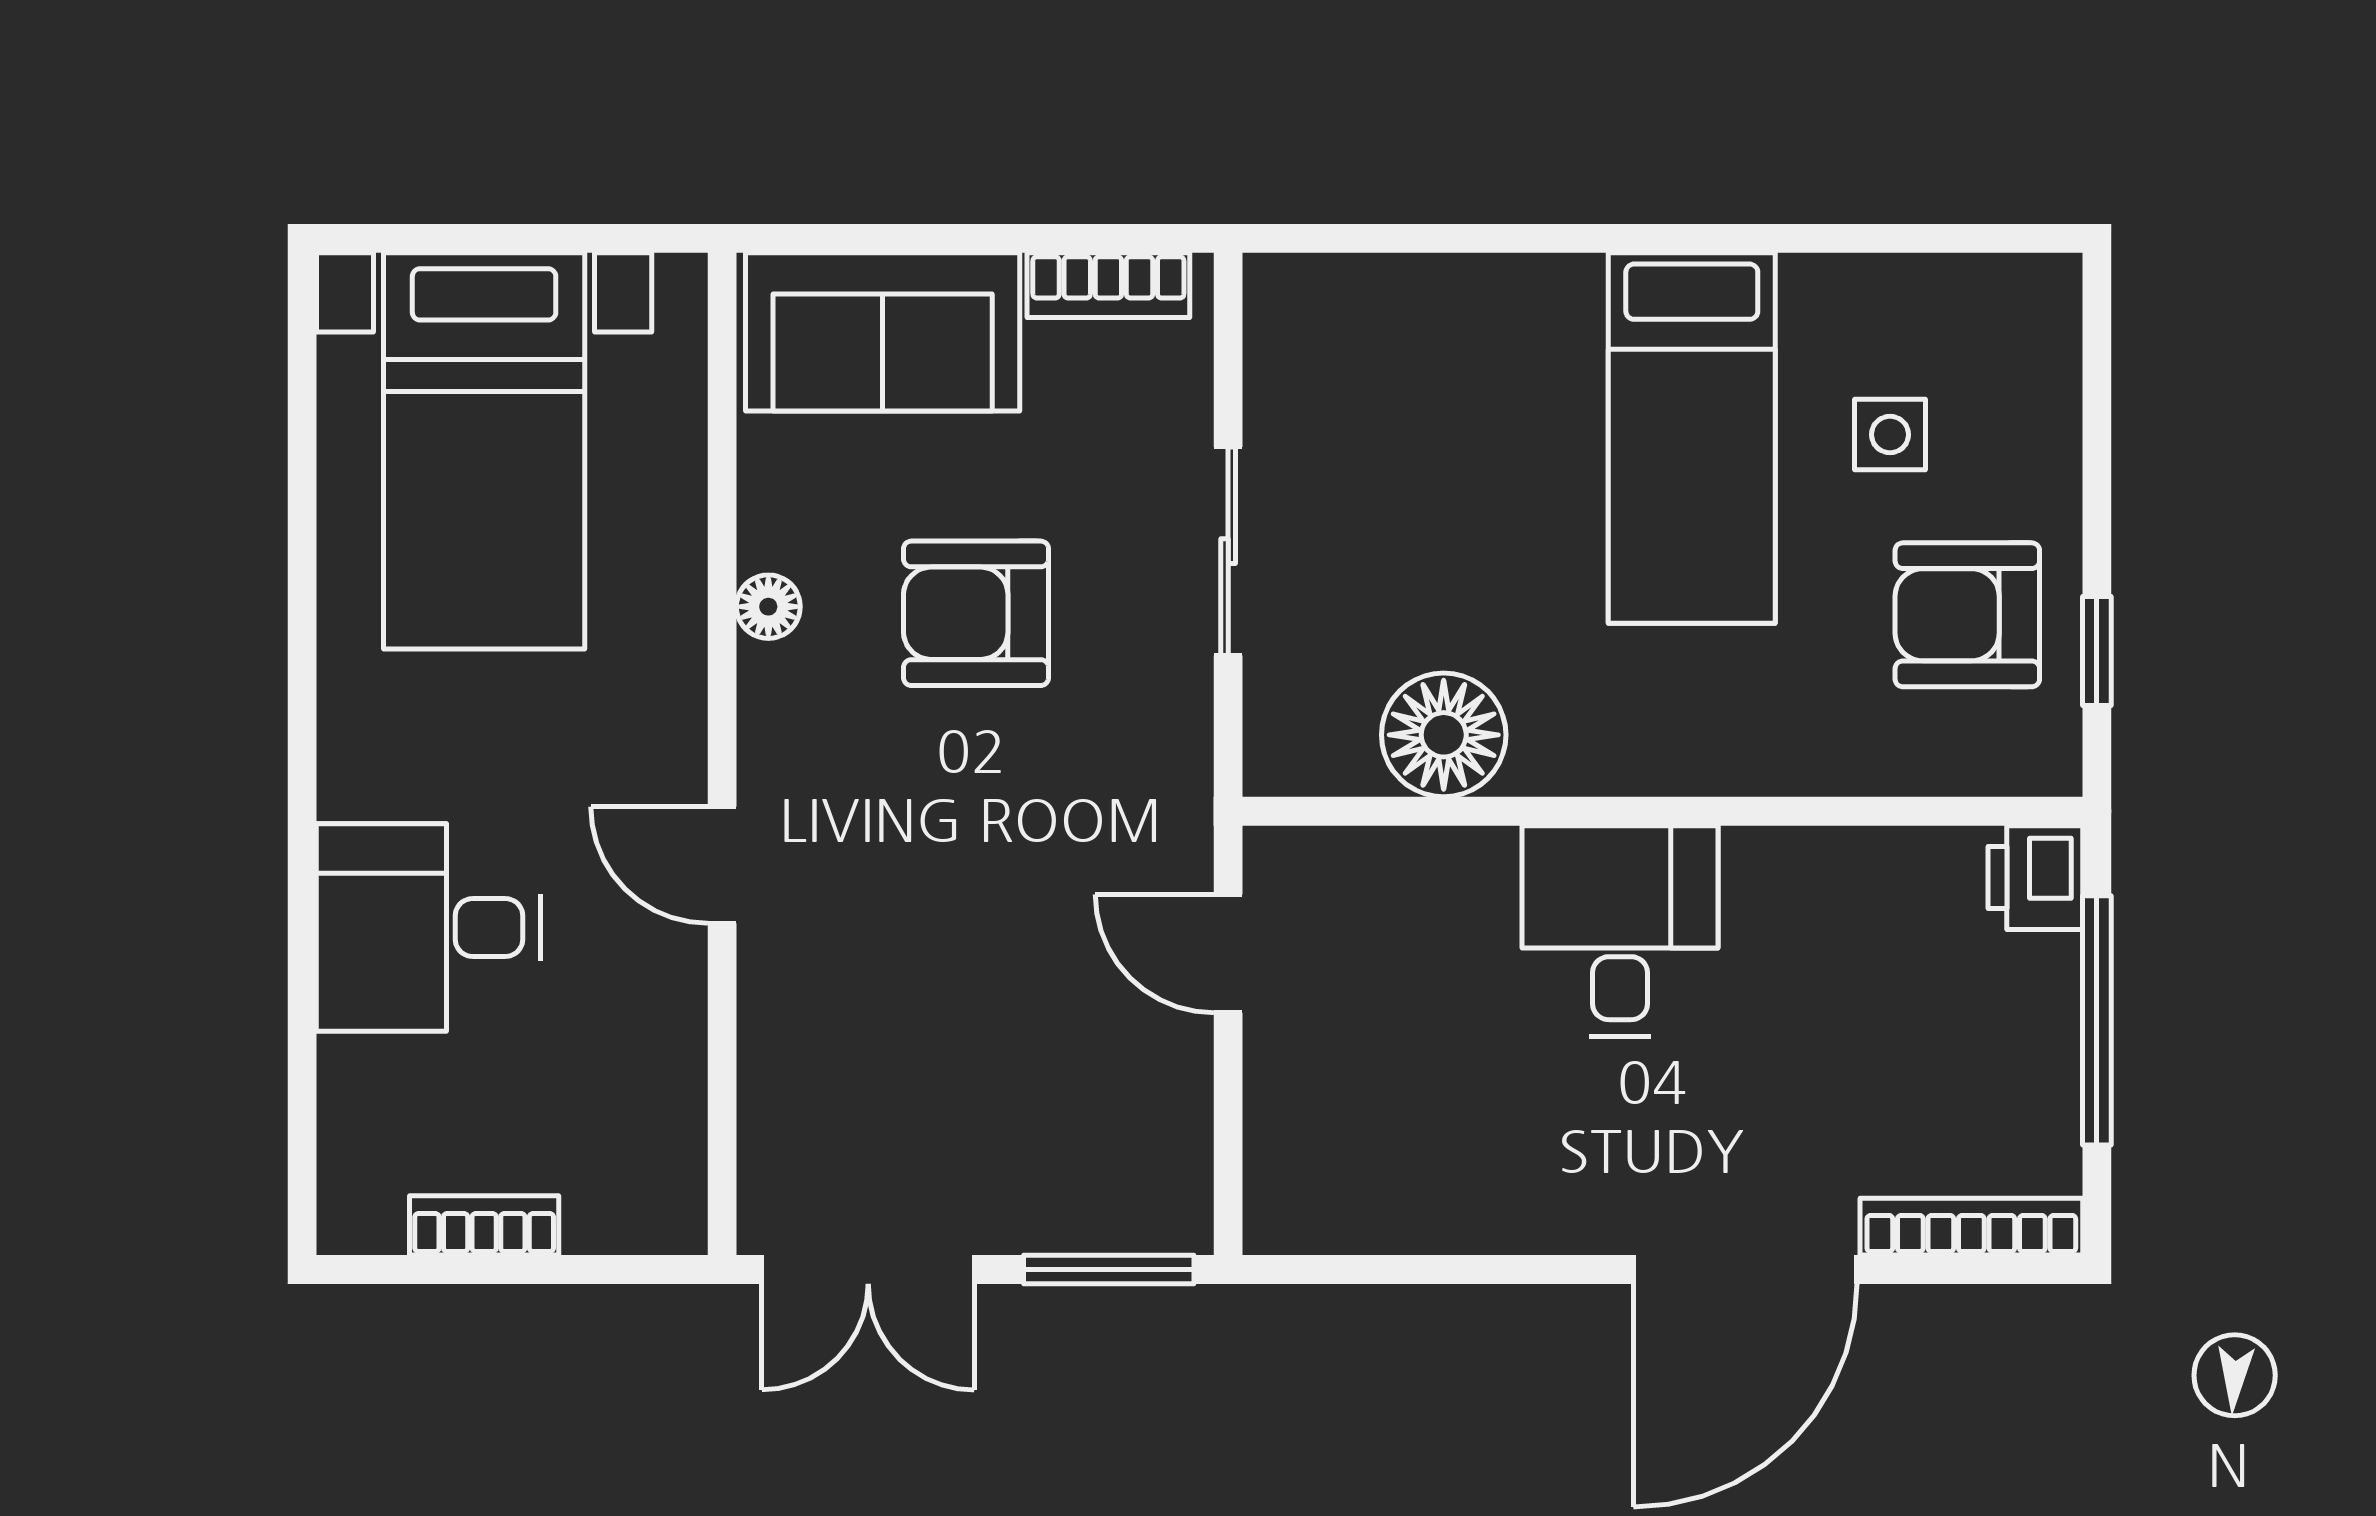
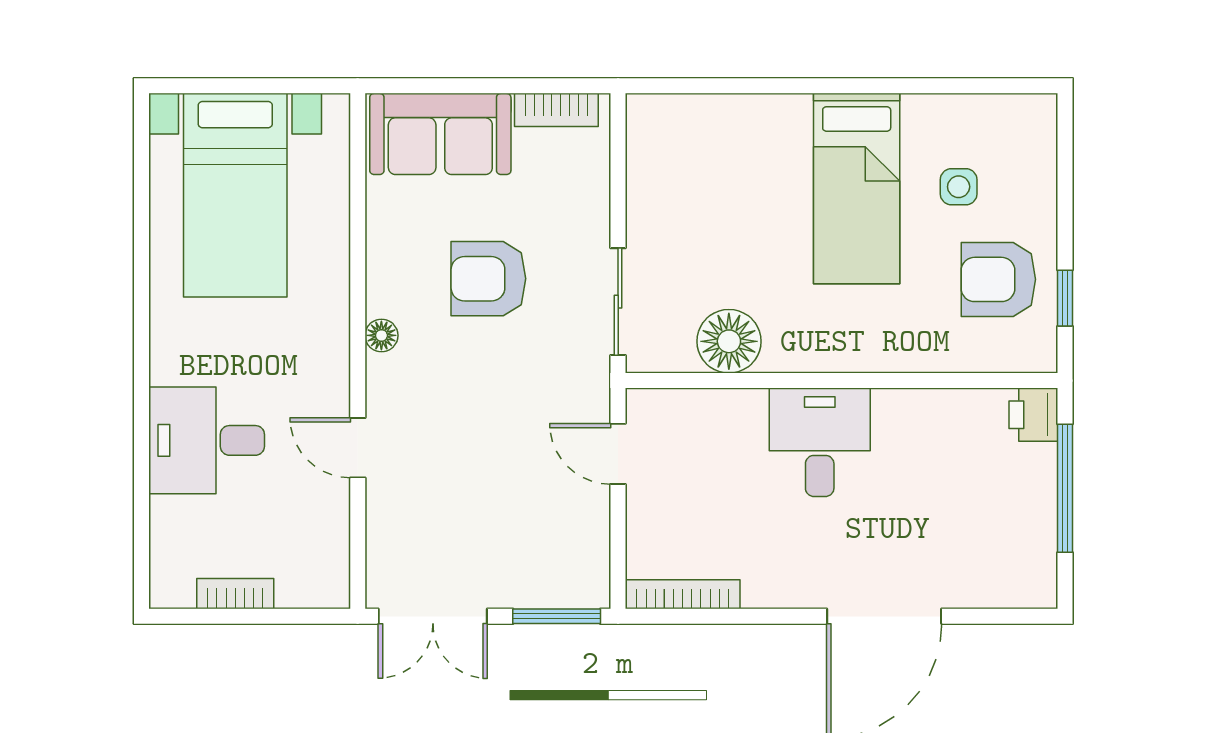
sliding door: (1228, 551) -> (618, 302), moved
floor lamp: (768, 607) -> (381, 335), moved
door: (722, 865) -> (358, 448), moved
bookcase: (1971, 1227) -> (683, 594), moved

